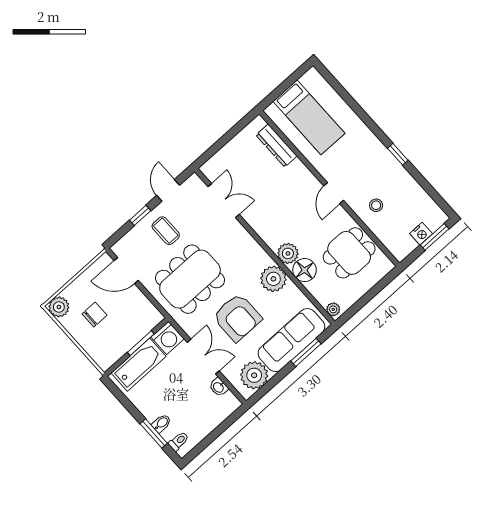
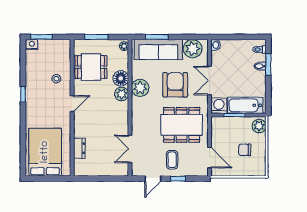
bed: (309, 117) -> (45, 152), width x1.50
dresser: (276, 145) -> (79, 148), width x0.70
nightstand: (421, 234) -> (32, 45), moved
window: (373, 292) -> (96, 37), added
plant: (59, 307) -> (259, 126), moved
washbasin: (219, 387) -> (215, 45), moved

